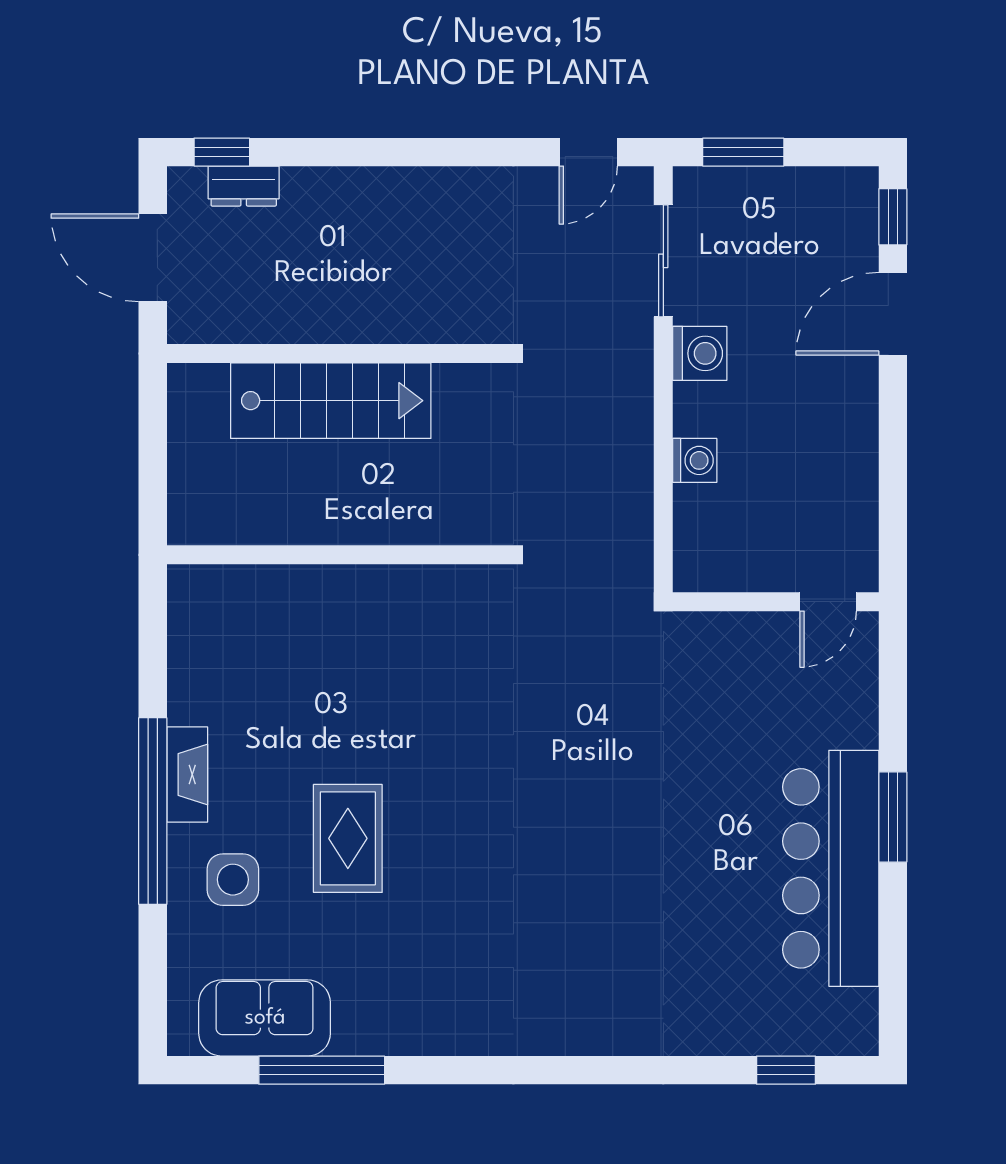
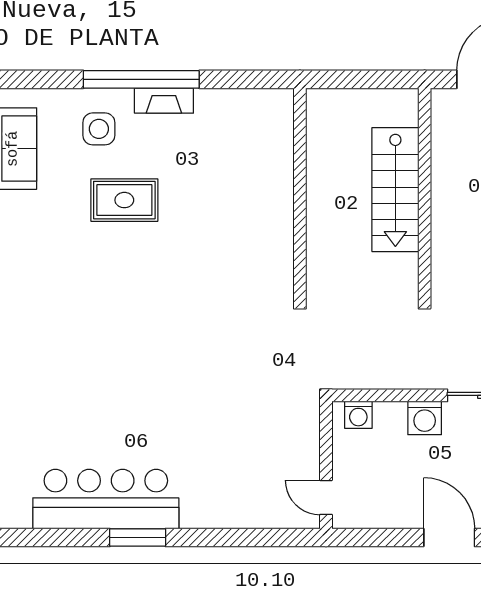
wall: (776, 602) -> (326, 465), moved
door: (828, 602) -> (326, 497), moved

